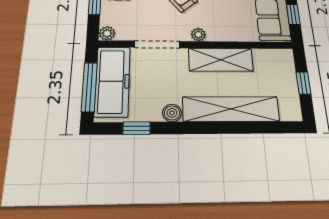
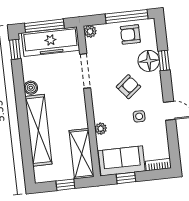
plant: (198, 35) -> (101, 129), moved
shelving: (221, 60) -> (82, 154), moved
window: (137, 128) -> (15, 49), moved

